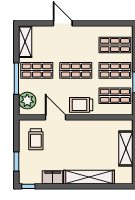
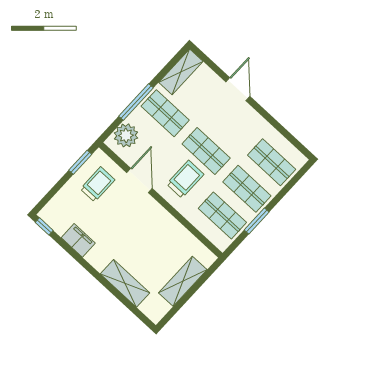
trolley: (81, 105) -> (185, 179), moved, turned 90
trolley: (36, 139) -> (98, 184), turned 180
window: (16, 161) -> (80, 162), moved
shelving: (89, 177) -> (125, 283), width x0.68

